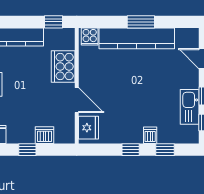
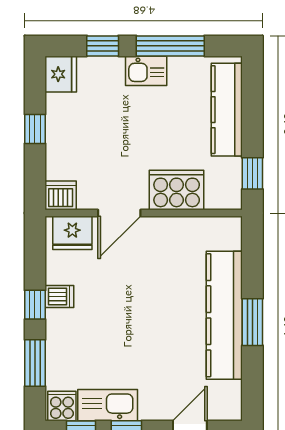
cooker: (90, 37) -> (62, 406), moved, turned 90
dishwasher: (45, 135) -> (61, 195), moved, turned -90
dishwasher: (150, 135) -> (59, 297), moved
window: (165, 150) -> (35, 363), width x1.50

